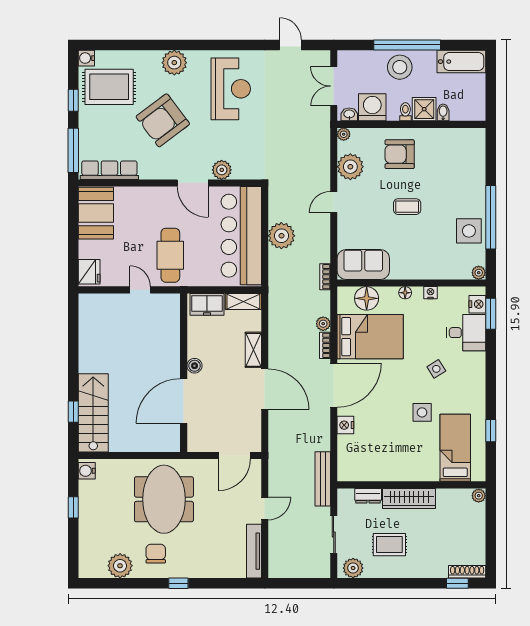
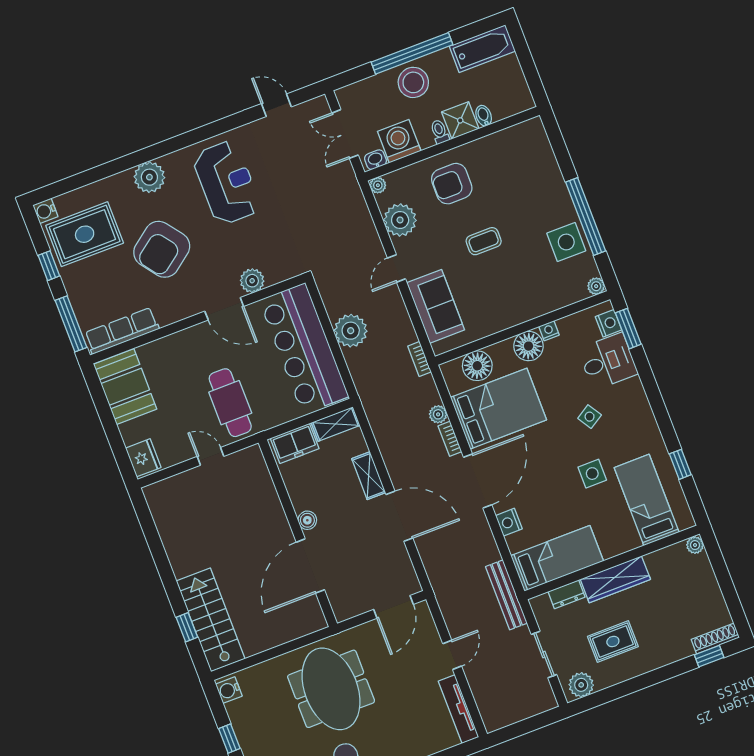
sofa: (363, 264) -> (436, 306), moved, turned 90
floor lamp: (405, 293) -> (529, 346), width x1.89, depth x1.89
bed: (371, 466) -> (557, 558), added

